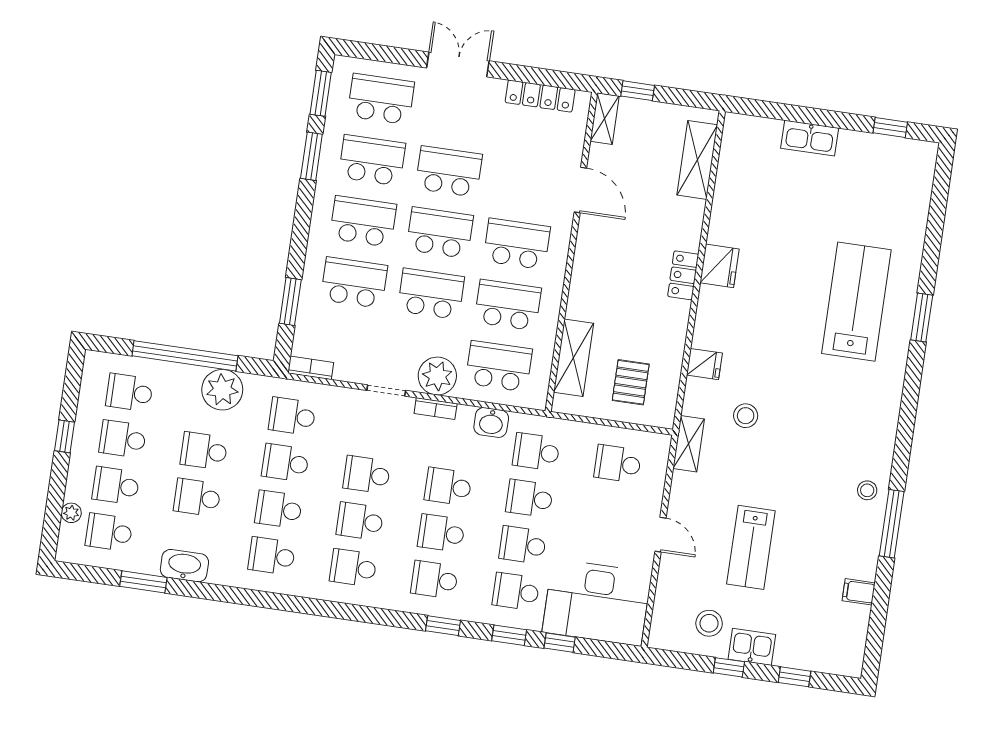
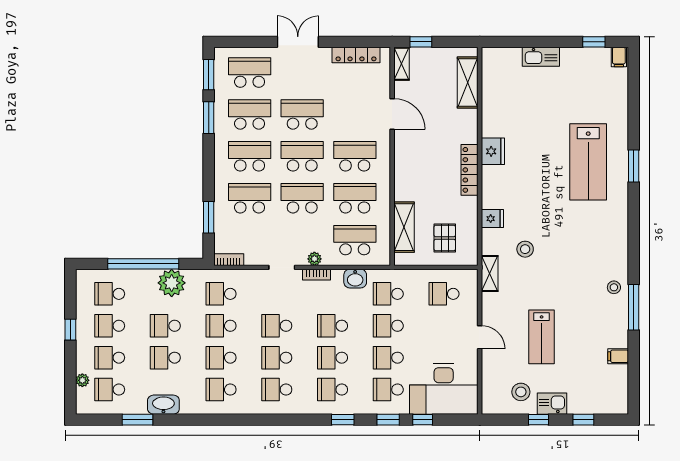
filing cabinet: (923, 155) -> (619, 57), added
locker: (683, 275) -> (470, 170), width x1.53
lab bench: (856, 302) -> (588, 162), turned 180
plant: (437, 376) -> (314, 259), width x0.53, depth x0.53

